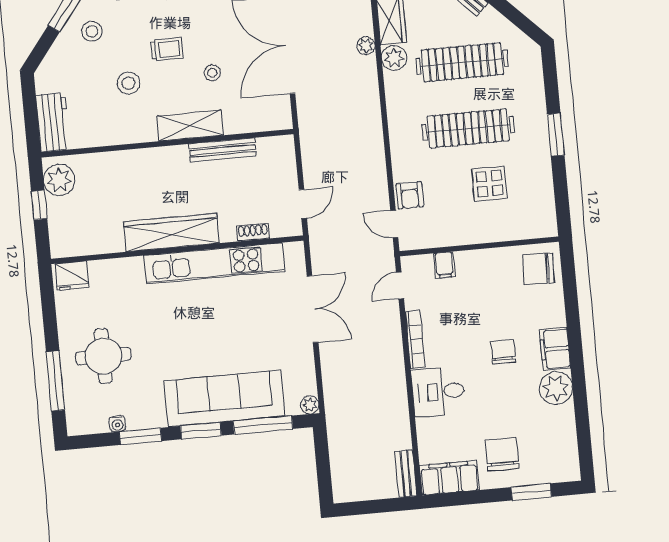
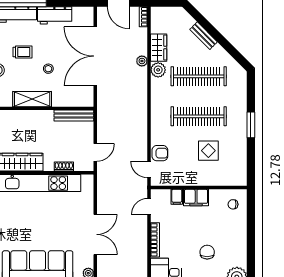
bench: (223, 150) -> (74, 116), moved
armchair: (410, 195) -> (160, 153), turned -90
chair: (538, 269) -> (233, 204), width x0.54, depth x0.54
double door: (313, 309) -> (95, 234), moved
filing cabinet: (555, 349) -> (196, 198), moved, turned -90

